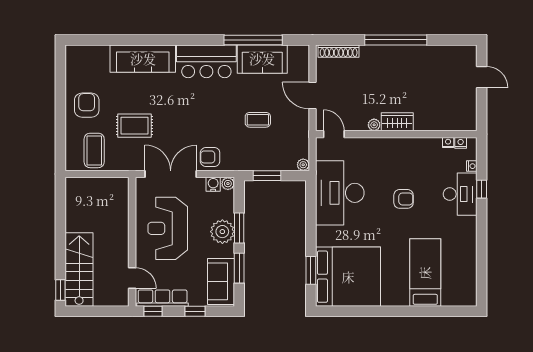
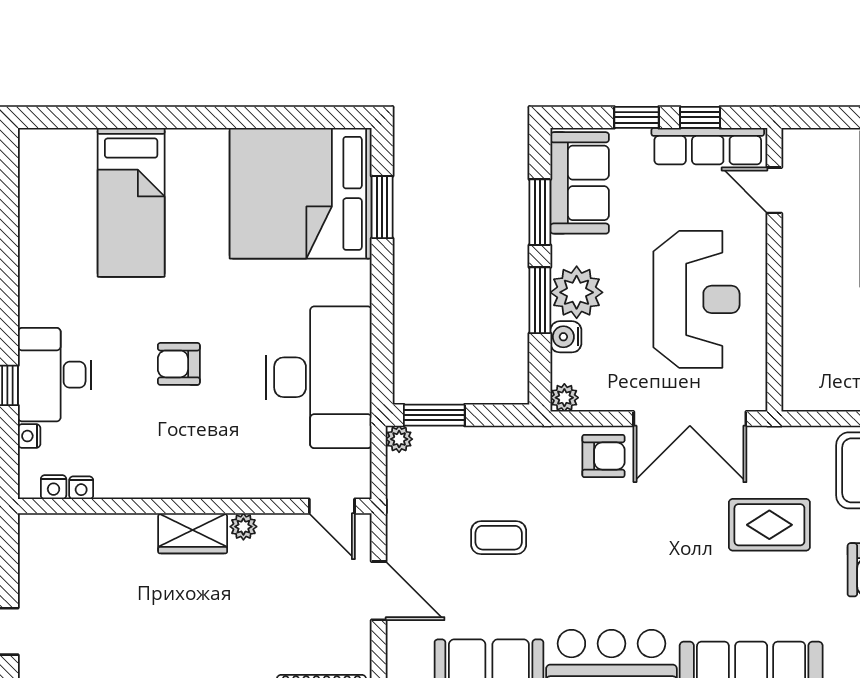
window: (267, 176) -> (434, 415), moved
water cooler: (213, 184) -> (566, 337), moved, turned 90
window: (153, 311) -> (700, 117), moved

